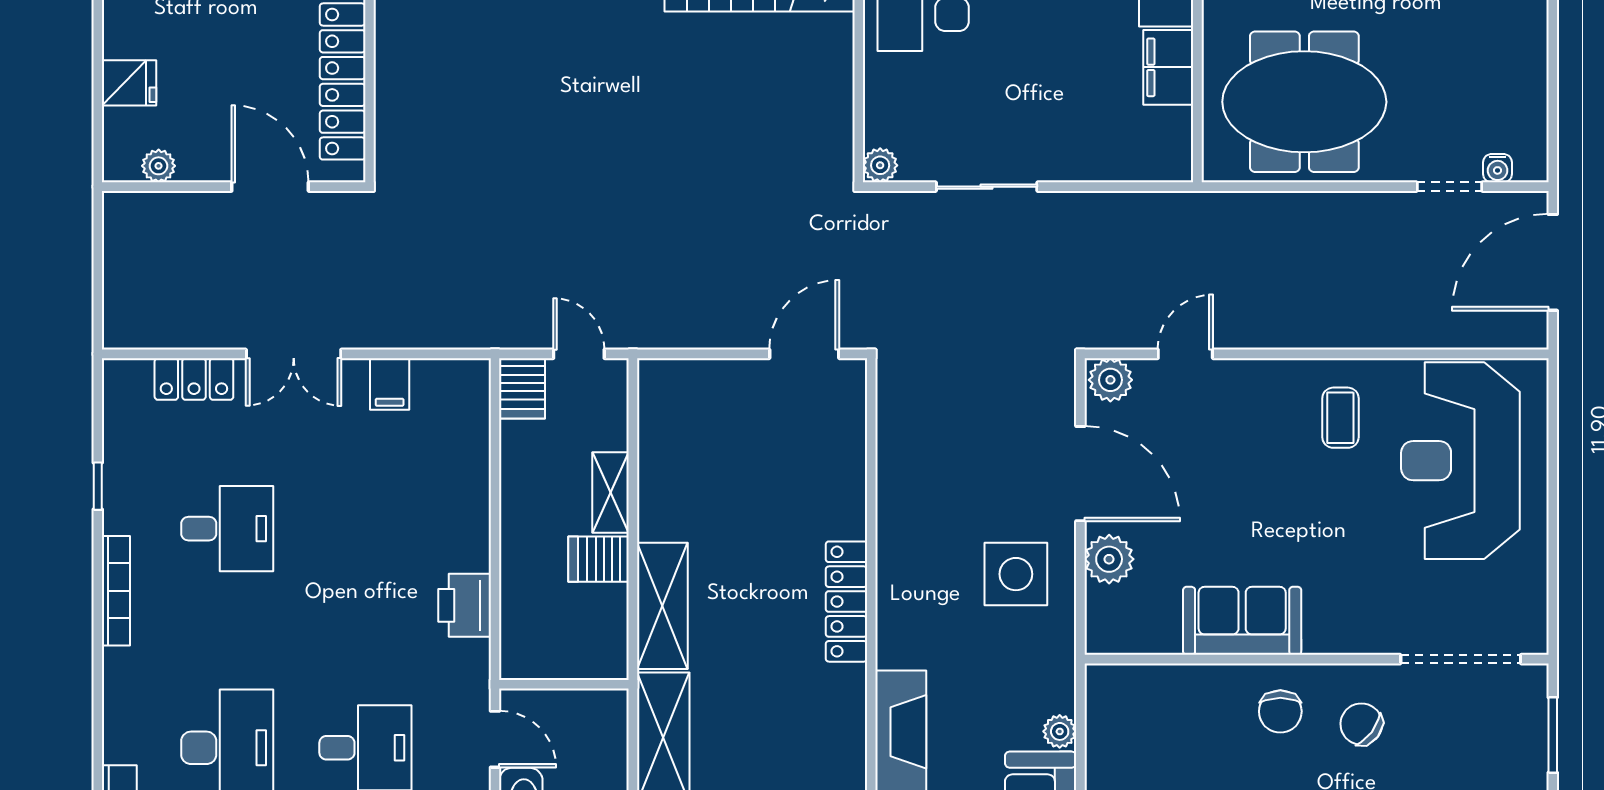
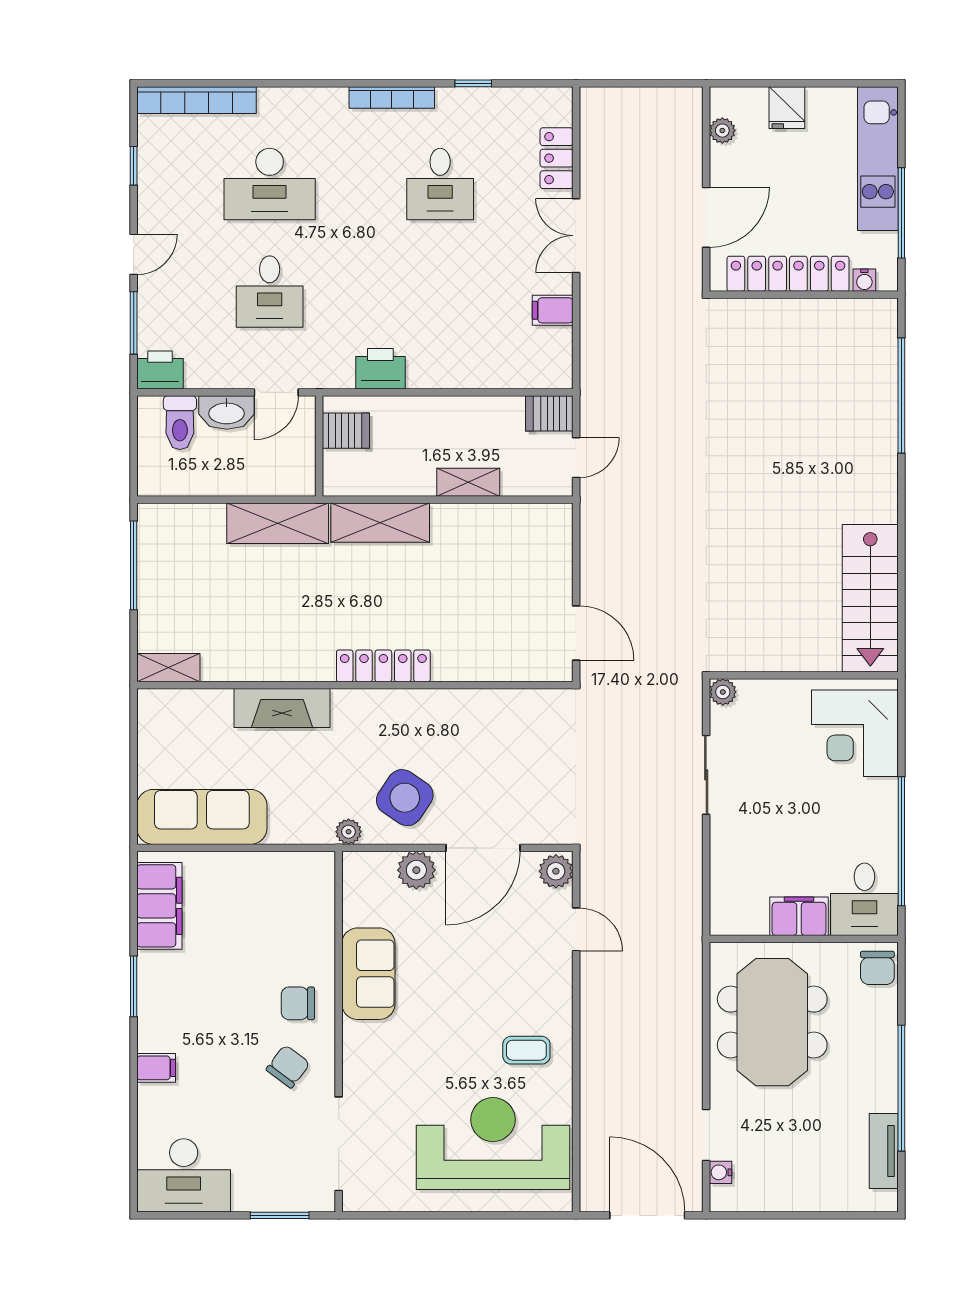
server rack: (599, 559) -> (346, 431), moved, turned 90
side table: (1016, 574) -> (405, 798), turned 34
plant: (1060, 731) -> (348, 832), moved

